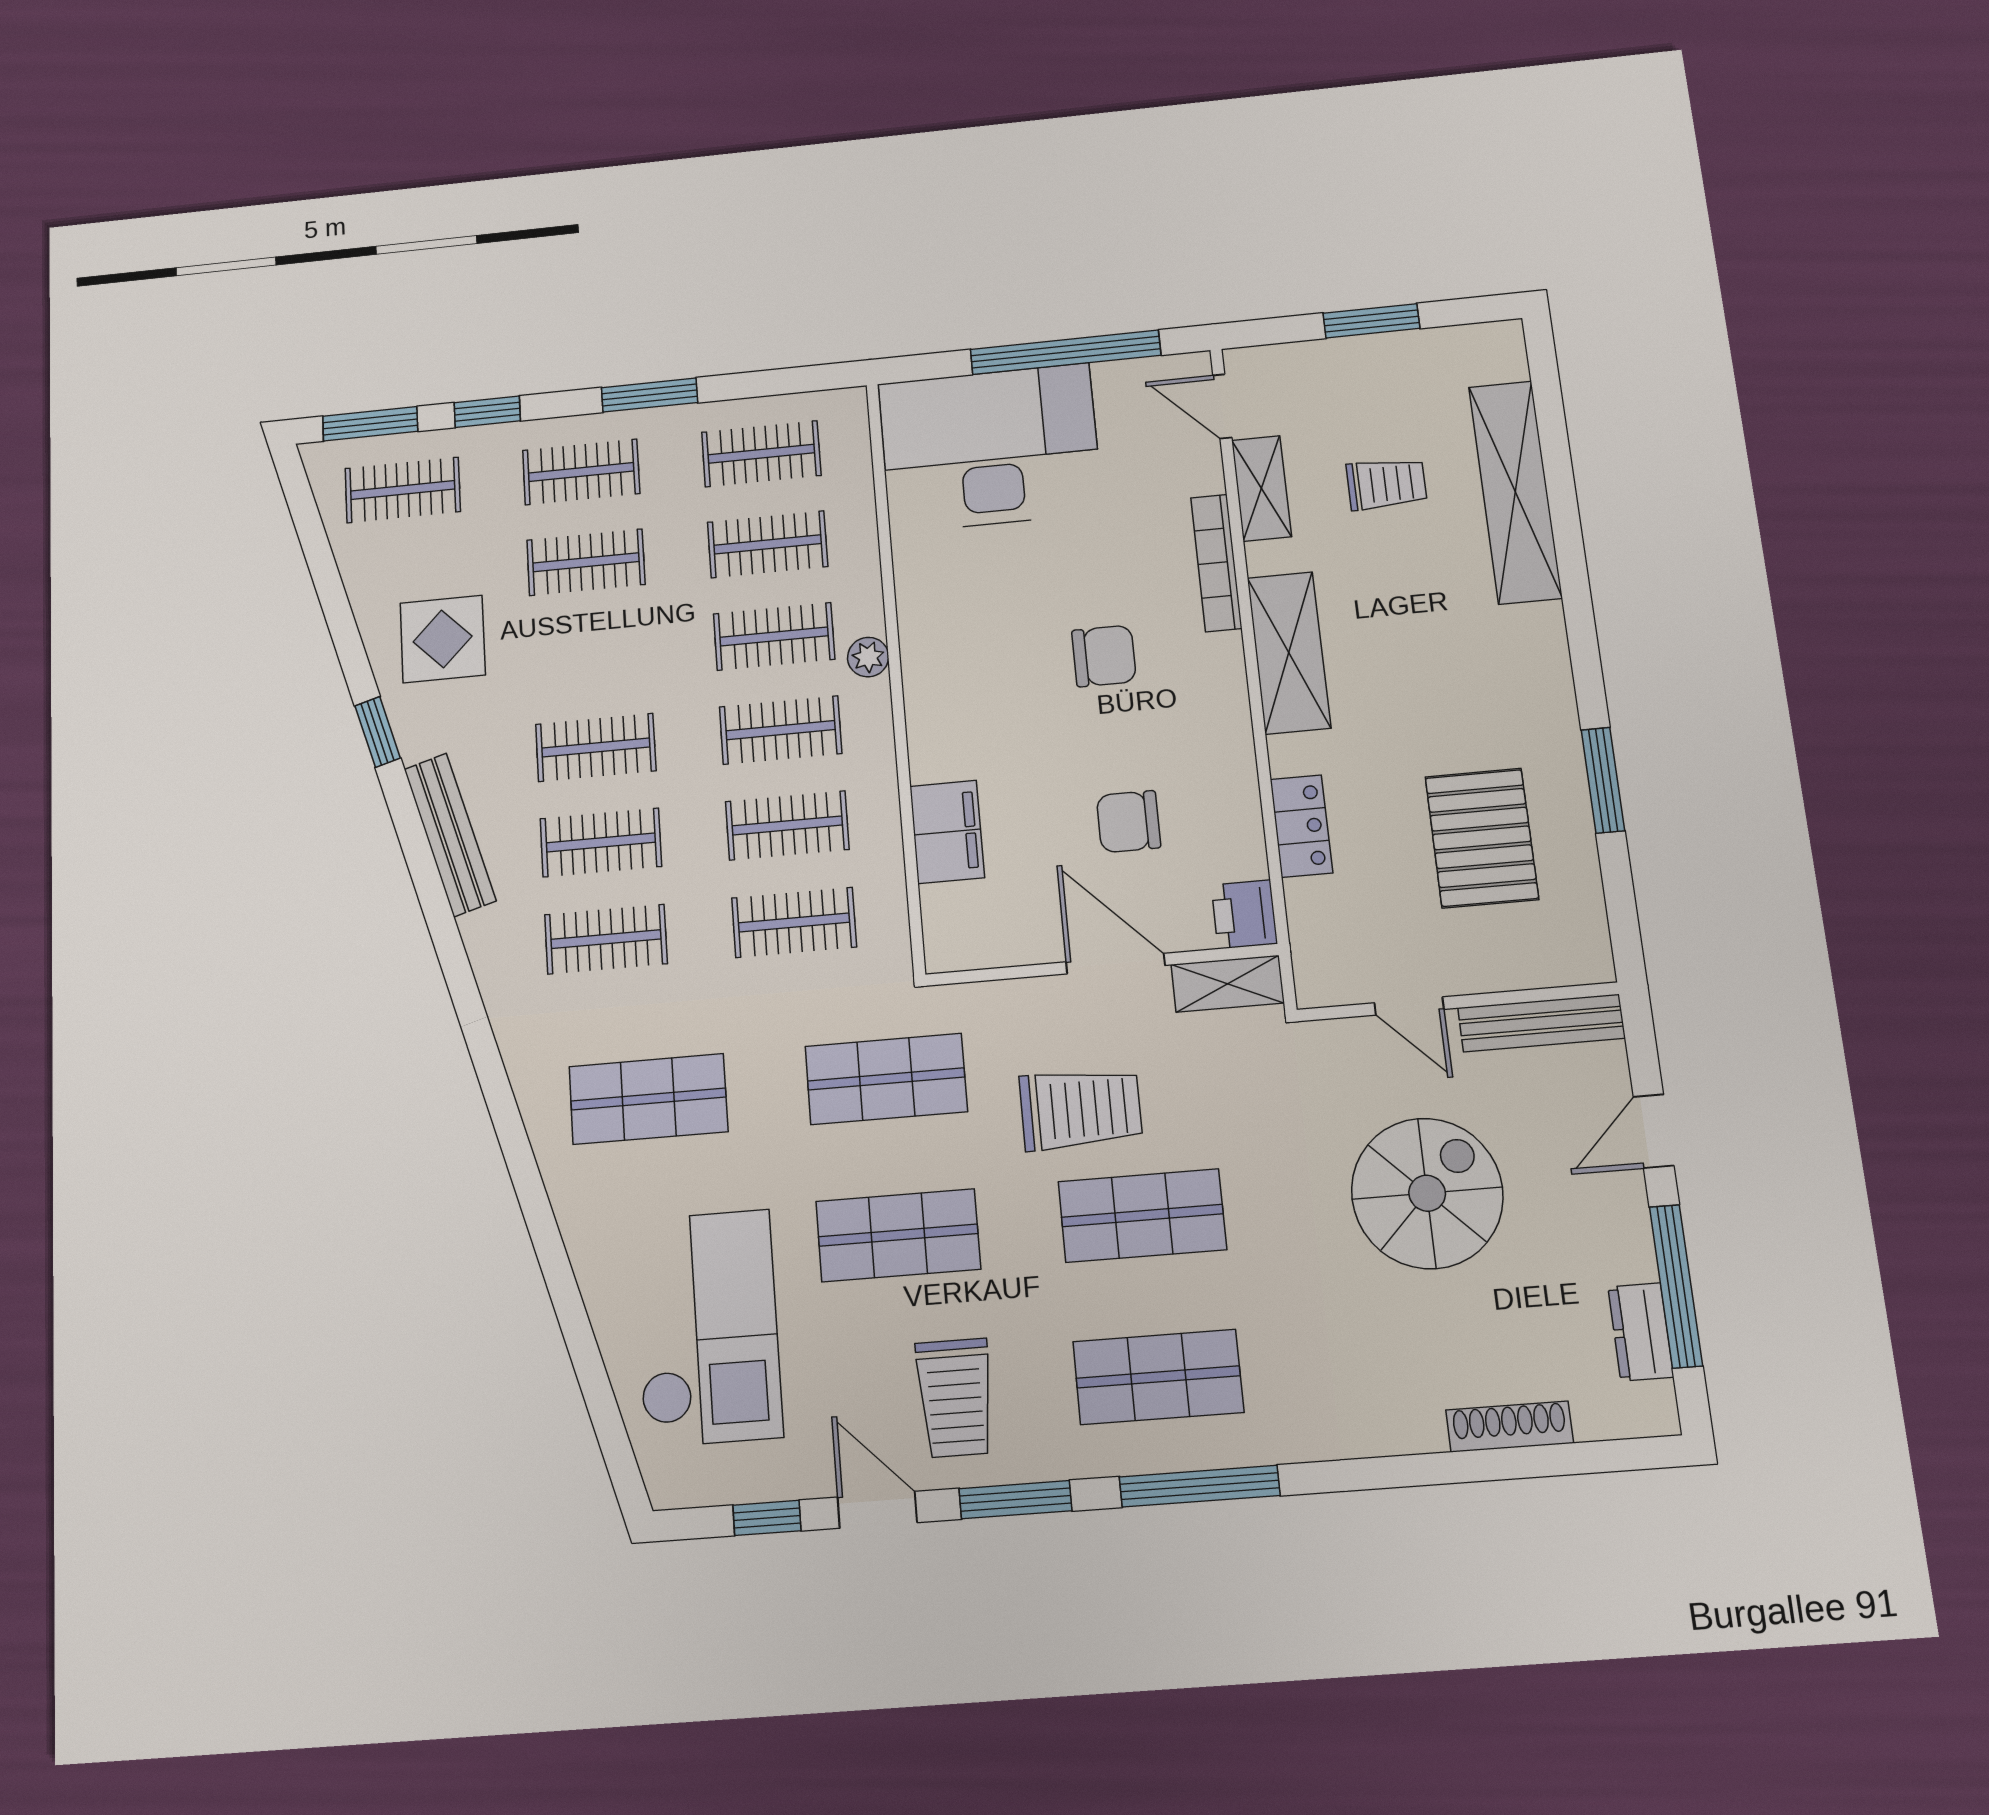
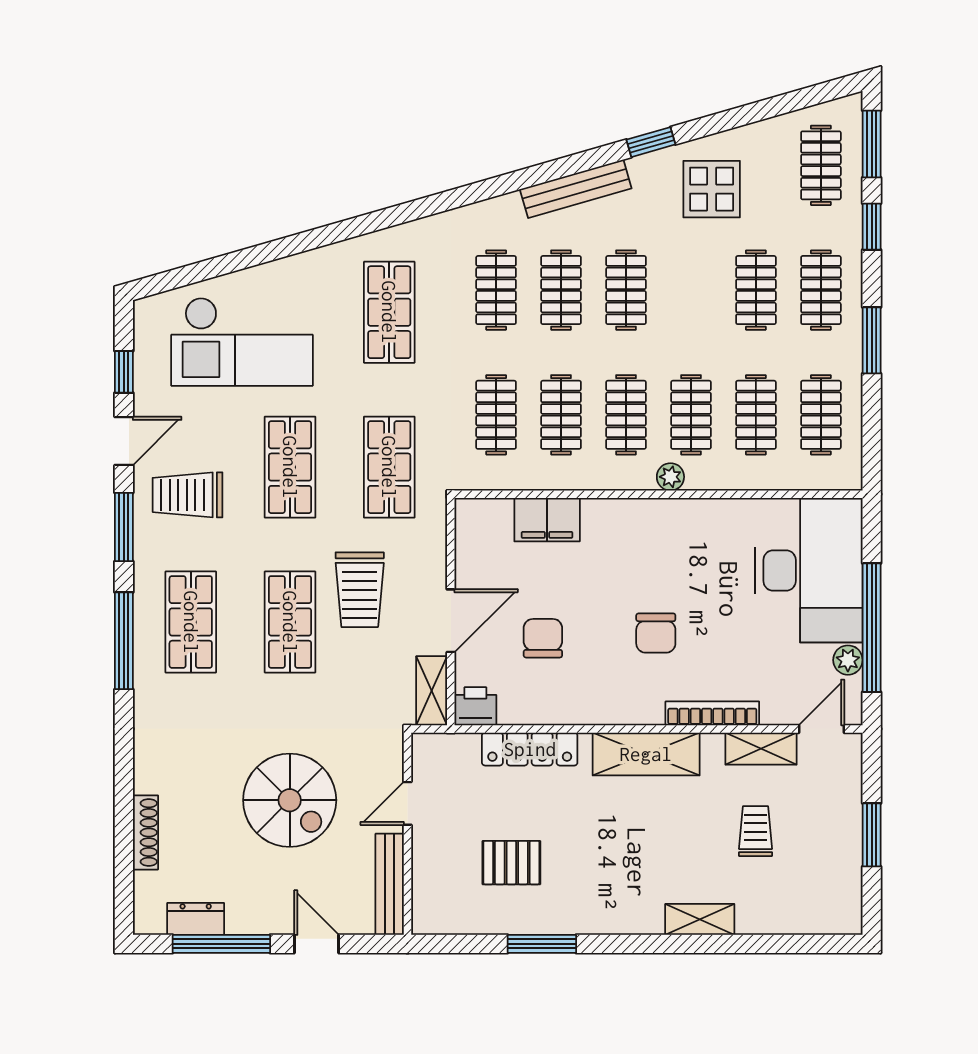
plant: (1116, 380) -> (848, 660), added
trolley: (1387, 484) -> (755, 831), turned 180
shelving: (1515, 492) -> (700, 919), width x0.45, depth x0.75
locker: (1301, 826) -> (530, 749), width x1.53
pallet: (1482, 838) -> (511, 863), width x0.67, depth x0.71

